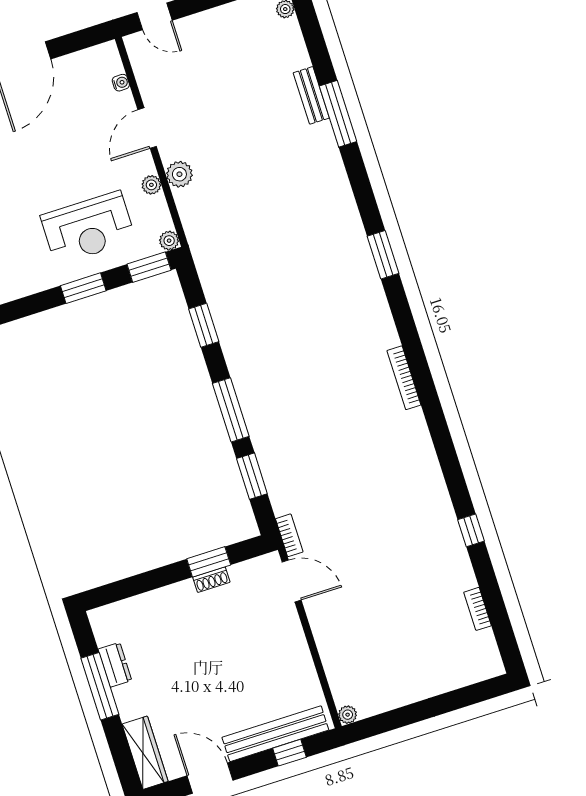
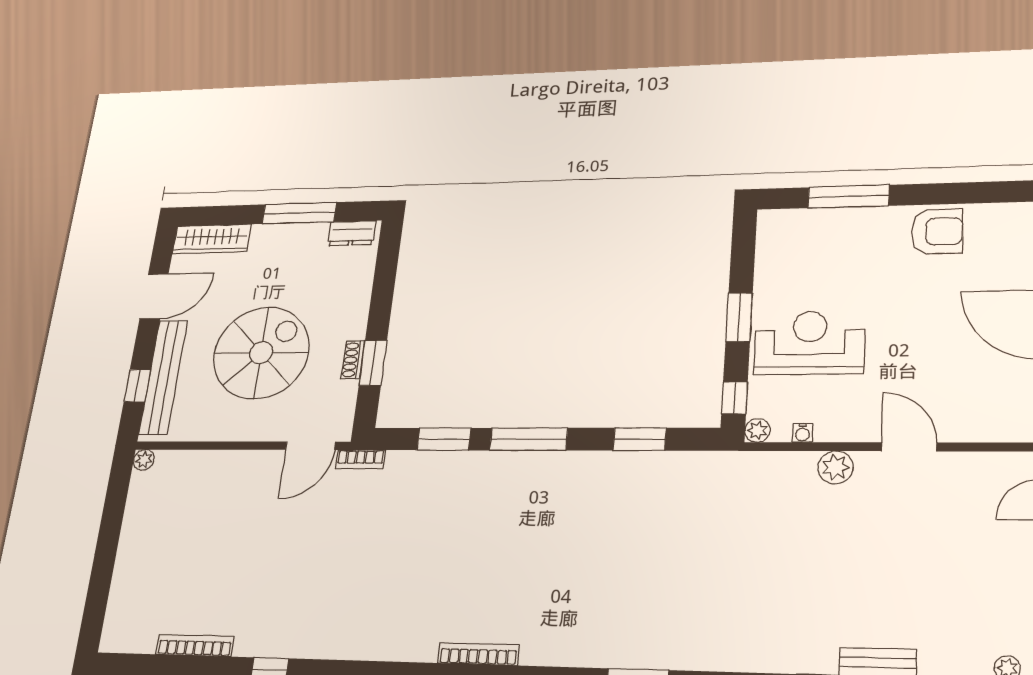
water cooler: (121, 83) -> (802, 433), moved
plant: (151, 185) -> (835, 431), removed
reception desk: (88, 228) -> (809, 343), turned 90
window: (149, 267) -> (734, 398), width x0.67
bookcase: (478, 609) -> (195, 645), width x1.56
spiral stairs: (229, 660) -> (261, 353), added
dresser: (115, 665) -> (352, 233), moved

